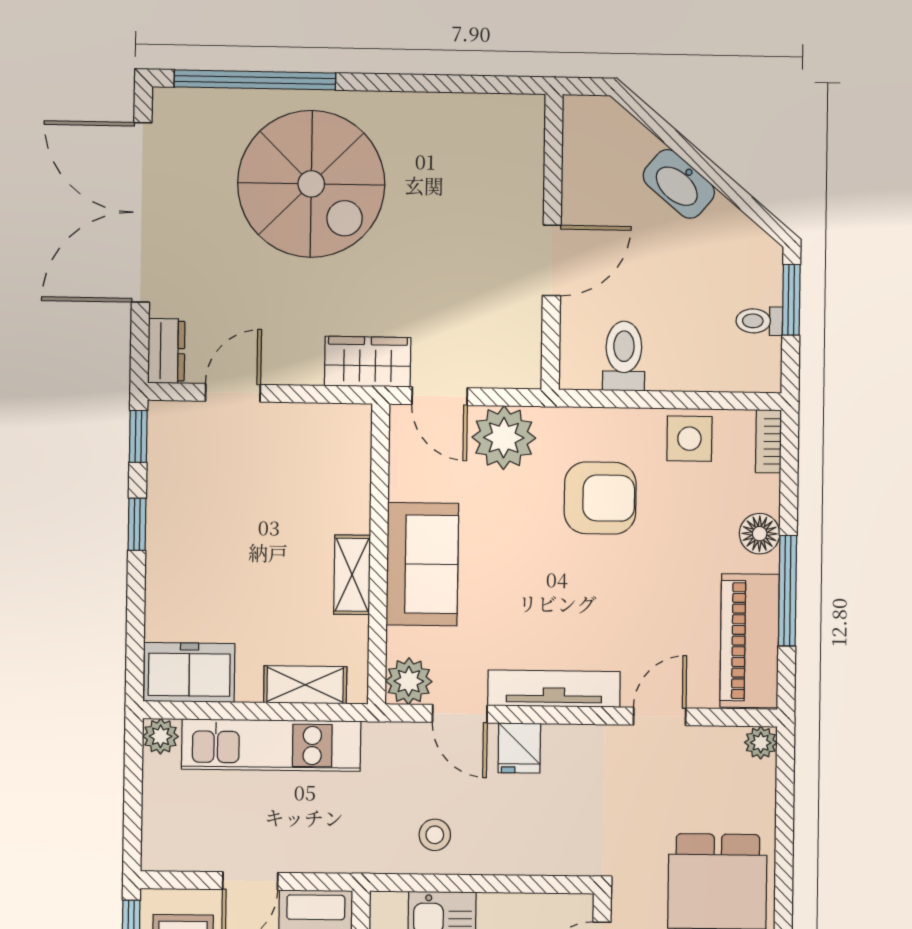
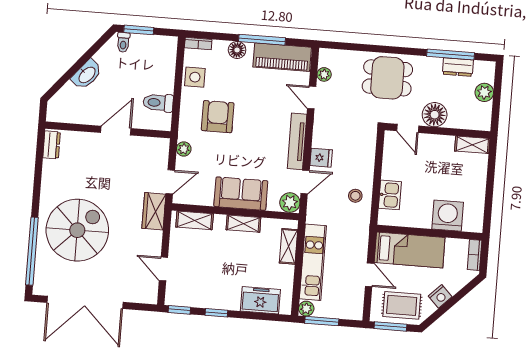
door: (552, 260) -> (116, 131), hinge flipped
toilet: (759, 321) -> (123, 42), moved
dresser: (166, 351) -> (52, 145), moved, turned 90
plant: (504, 438) -> (184, 149), width x0.53, depth x0.53
shelving: (352, 459) -> (195, 220), added
freezer: (189, 672) -> (260, 300), moved, turned 90
plant: (761, 743) -> (324, 74), moved
window: (133, 775) -> (322, 321), added

